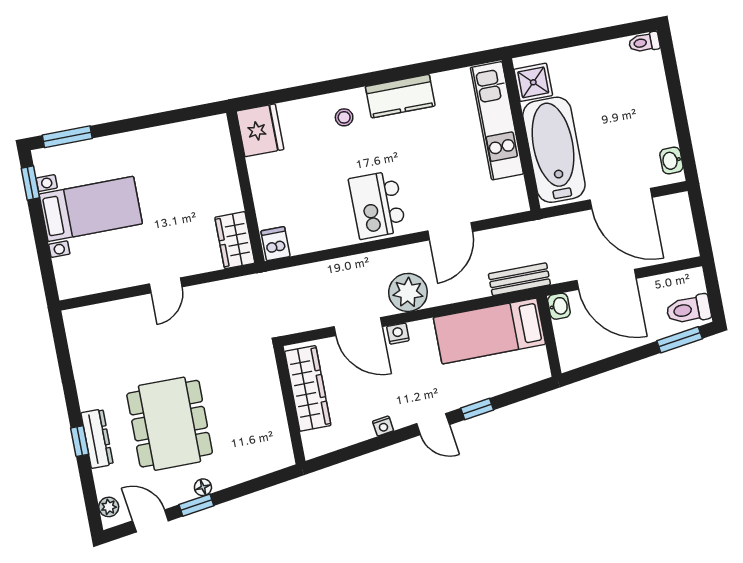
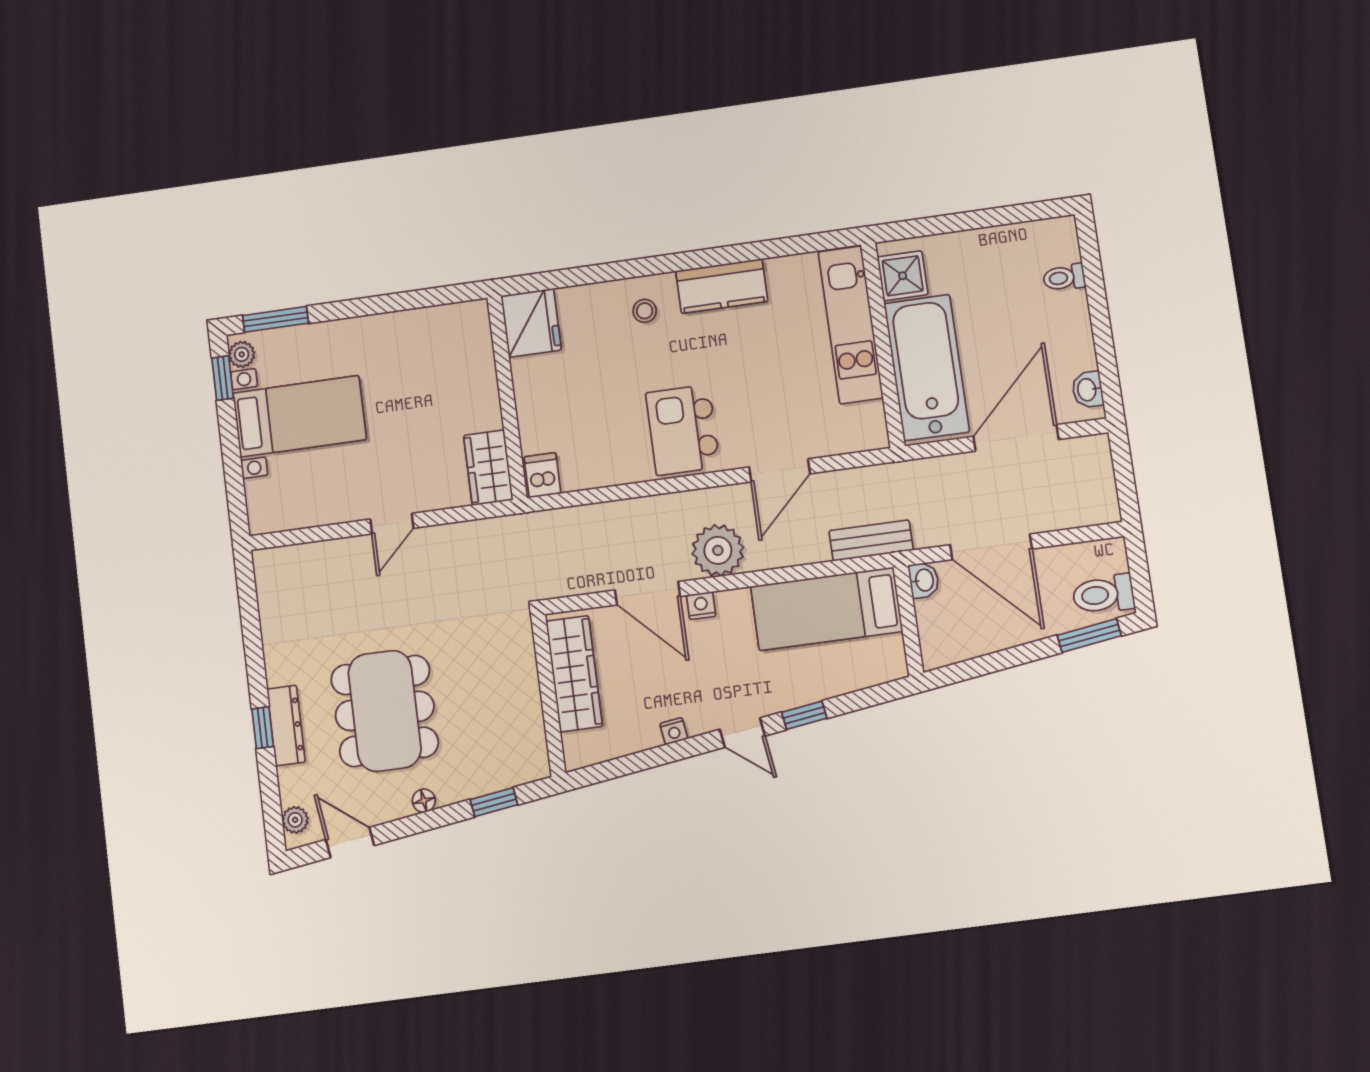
toilet: (644, 42) -> (1064, 278), moved
plant: (44, 164) -> (242, 354), added
door: (621, 199) -> (1016, 438), swing flipped
window: (196, 505) -> (494, 802), moved

